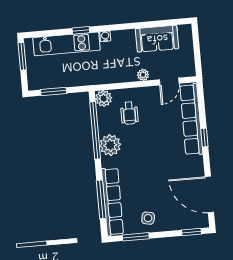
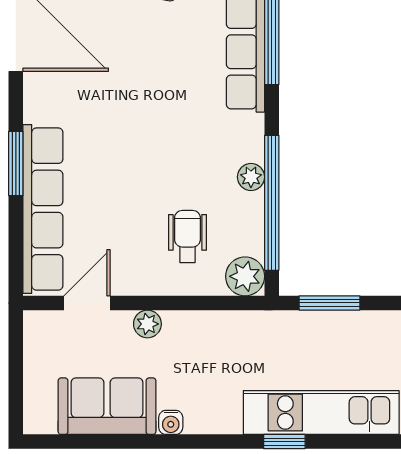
water cooler: (105, 36) -> (171, 422), moved
window: (53, 92) -> (329, 303), moved
window: (204, 138) -> (16, 163), width x1.50
plant: (110, 145) -> (251, 177), width x0.53, depth x0.53

